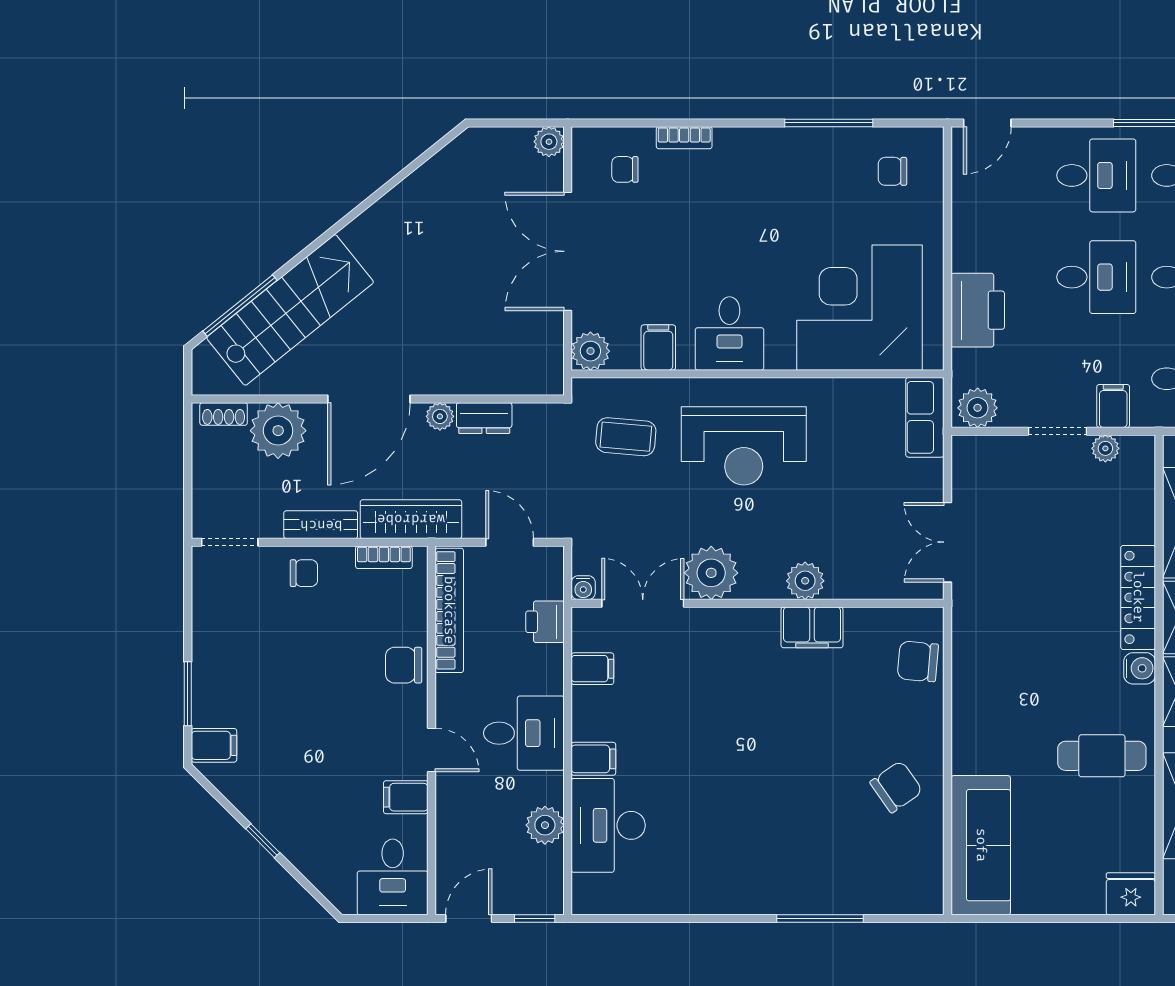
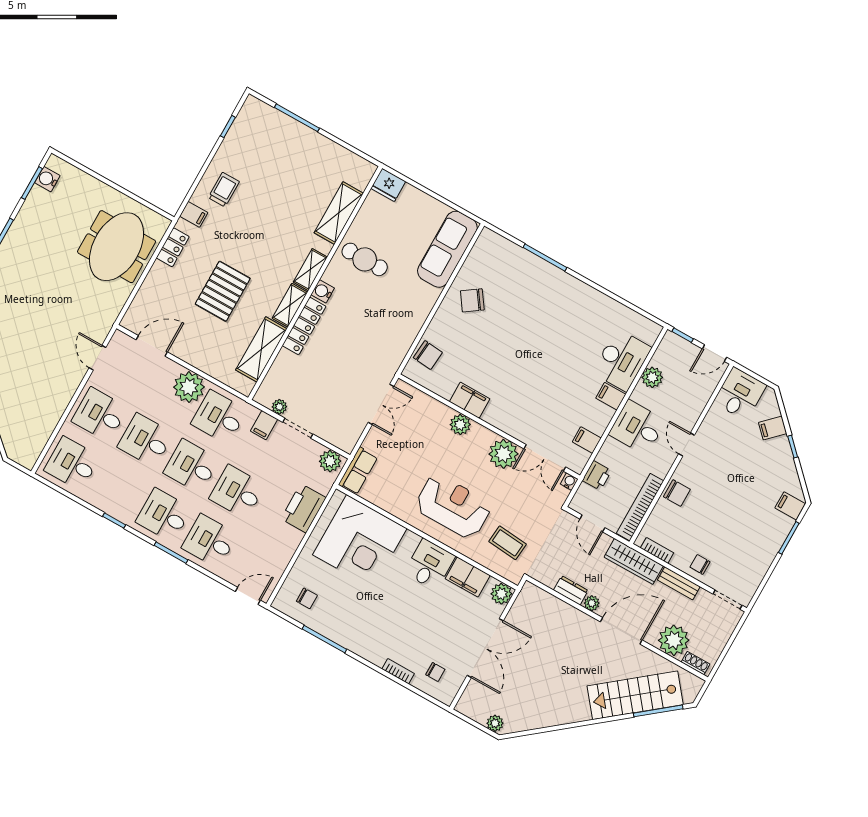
plant: (549, 142) -> (495, 723), moved
filing cabinet: (658, 347) -> (468, 577), width x2.00
filing cabinet: (406, 797) -> (773, 428), moved, turned 135

